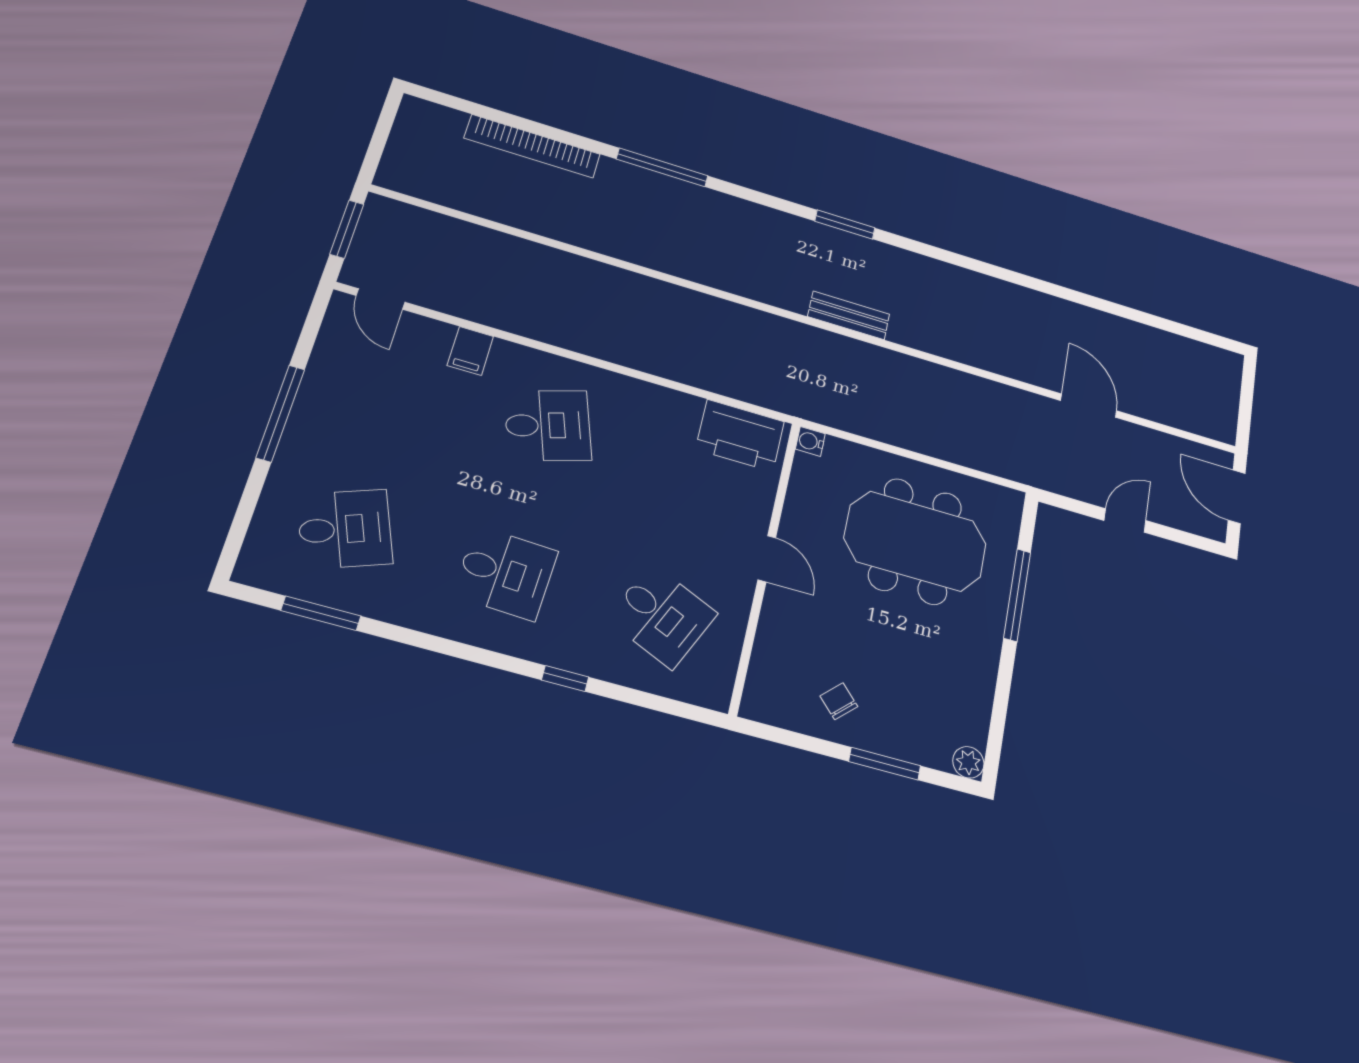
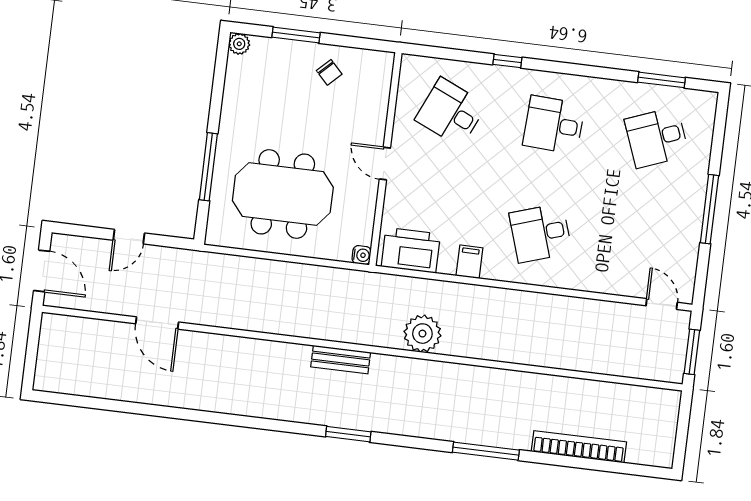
plant: (734, 326) -> (422, 334), added
filing cabinet: (470, 351) -> (469, 262), moved

